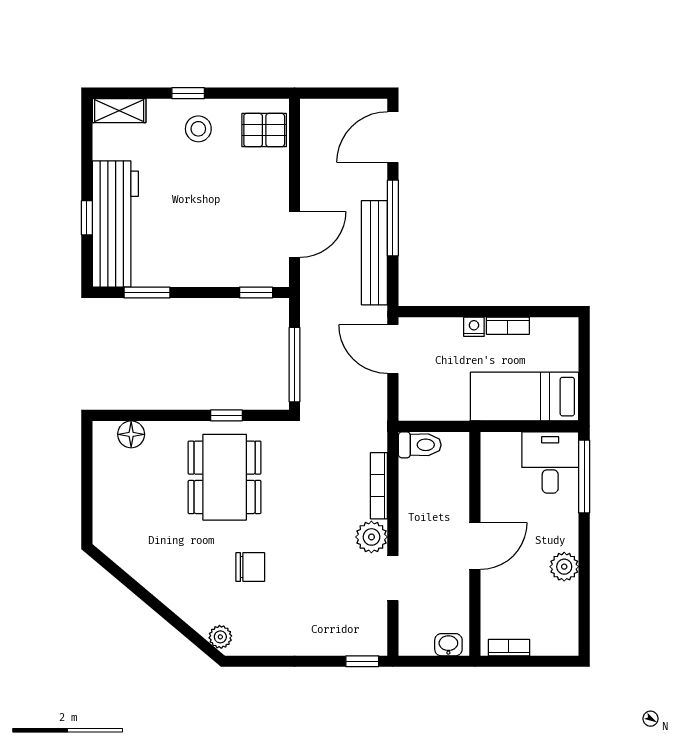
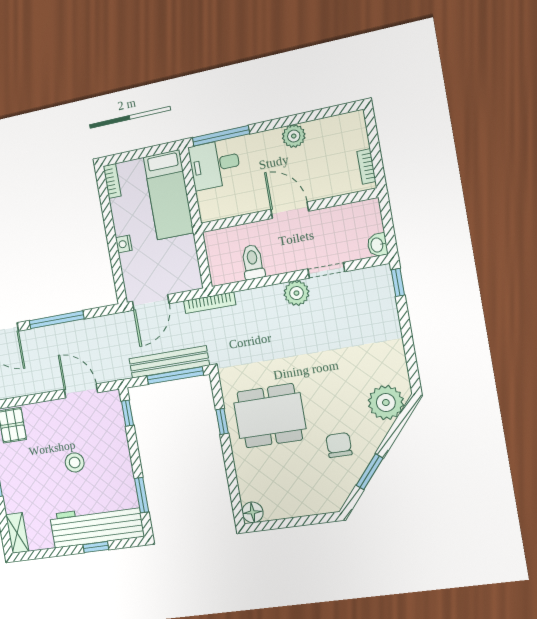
stool: (198, 129) -> (75, 462), moved
bench: (374, 253) -> (169, 362), moved
bookcase: (508, 326) -> (112, 181), moved
floor lamp: (131, 434) -> (253, 512), moved
toilet: (420, 445) -> (253, 262), moved
bookcase: (379, 486) -> (210, 303), moved
chair: (250, 567) -> (339, 445), moved
window: (137, 589) -> (370, 472), added
plant: (220, 637) -> (386, 403), width x1.88, depth x1.88
washbasin: (448, 645) -> (377, 245), moved

